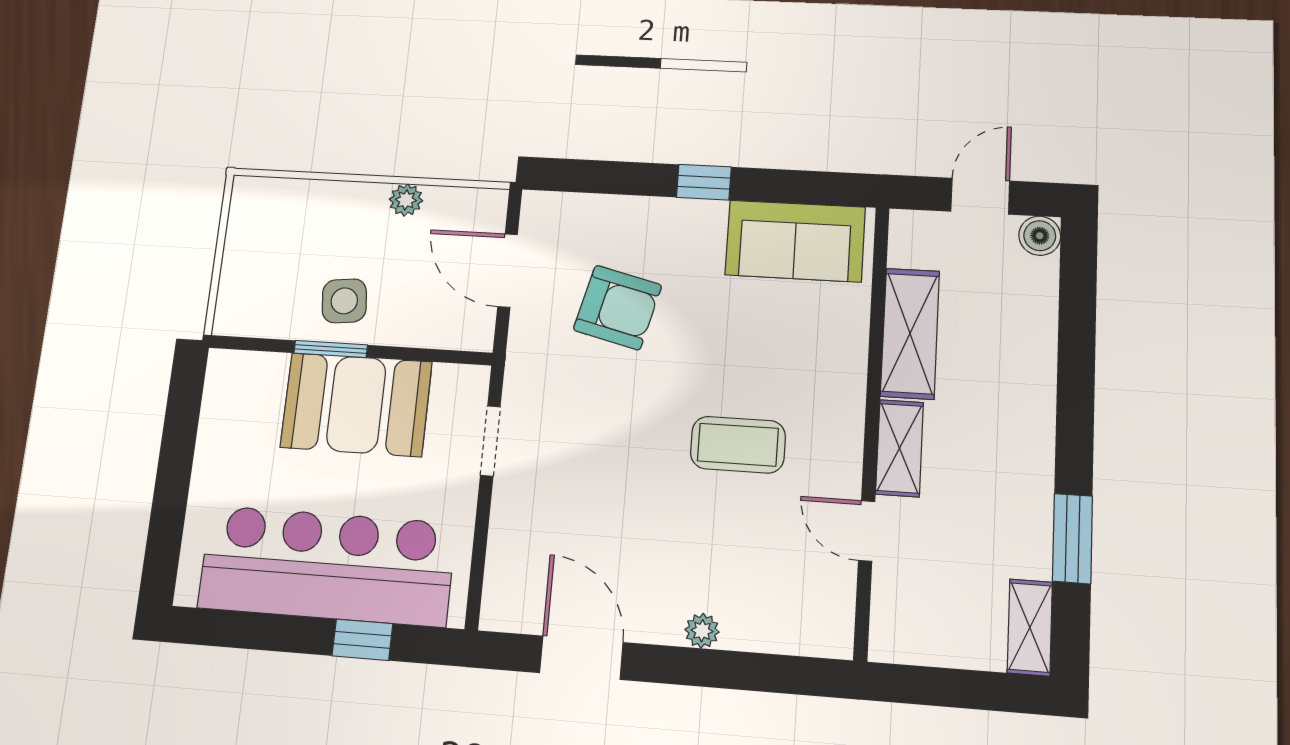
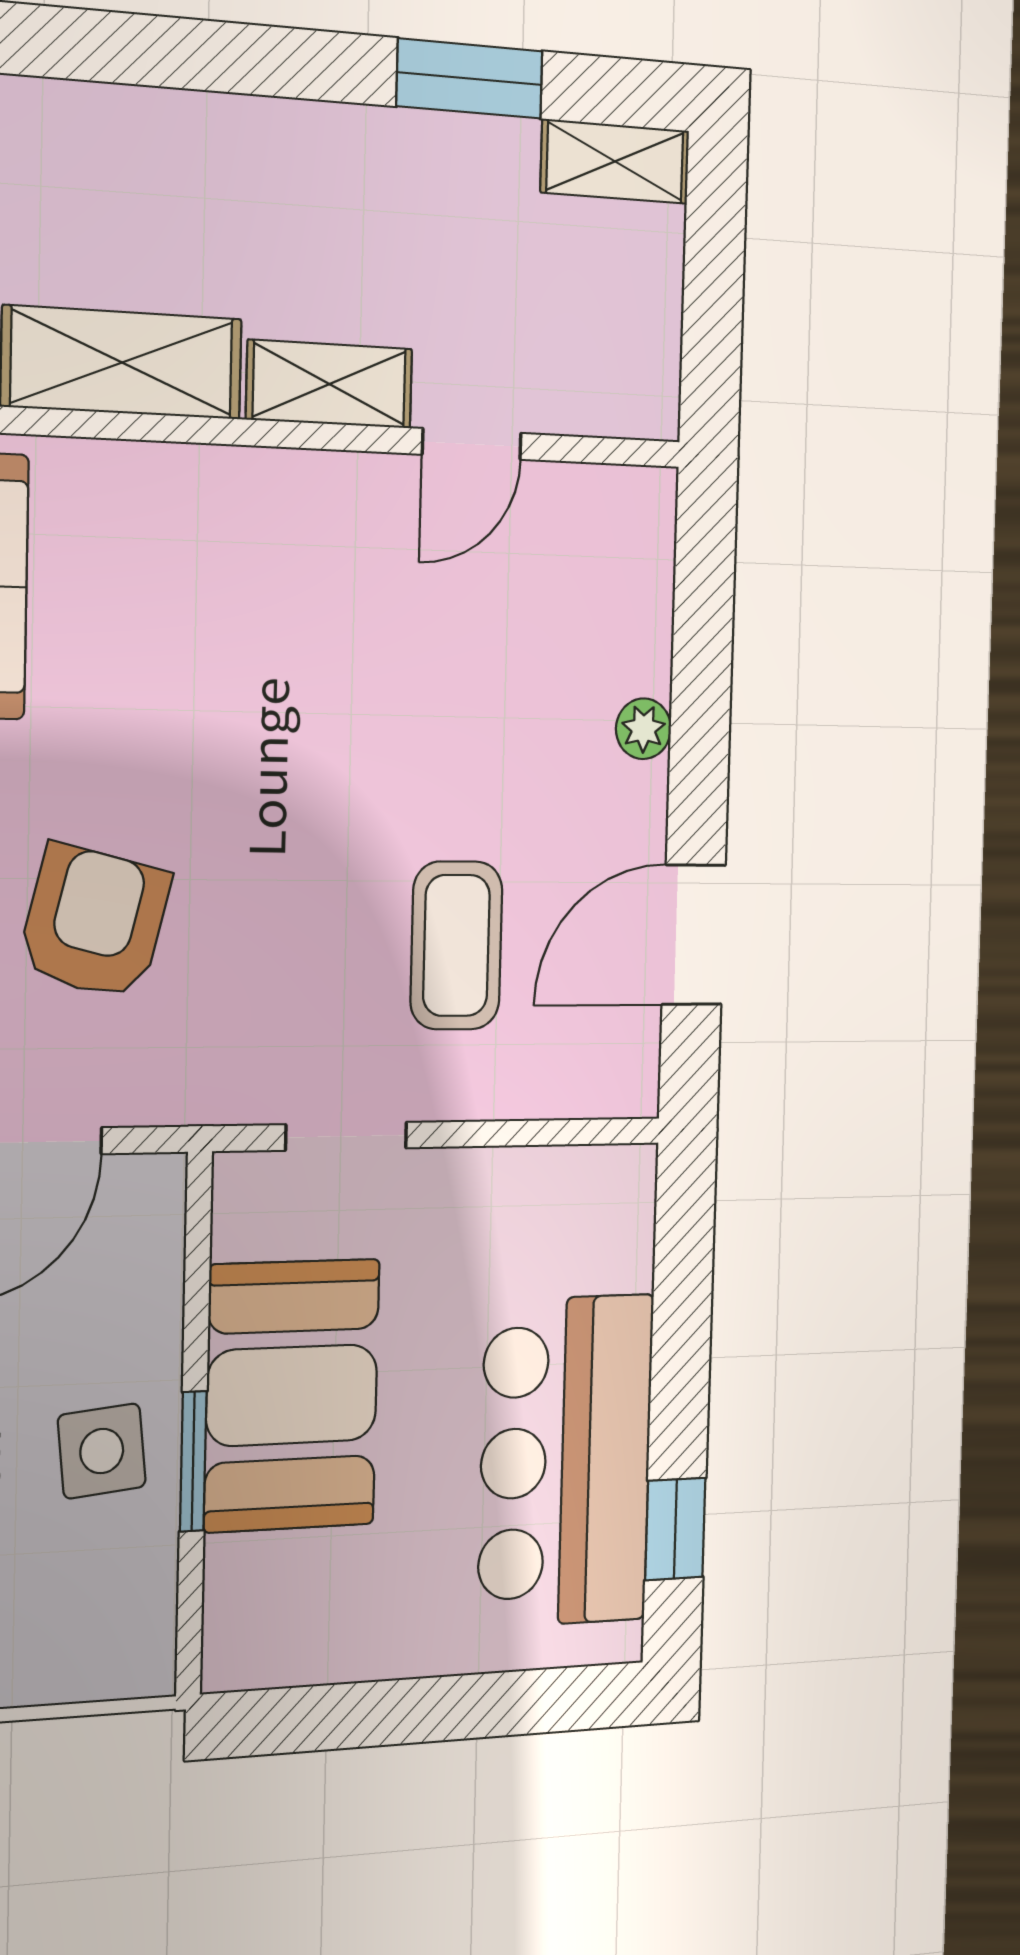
coffee table: (738, 445) -> (456, 945), moved
bar counter: (327, 566) -> (566, 1461), width x0.73
window: (362, 640) -> (675, 1529), moved

